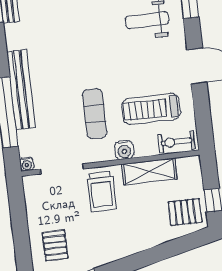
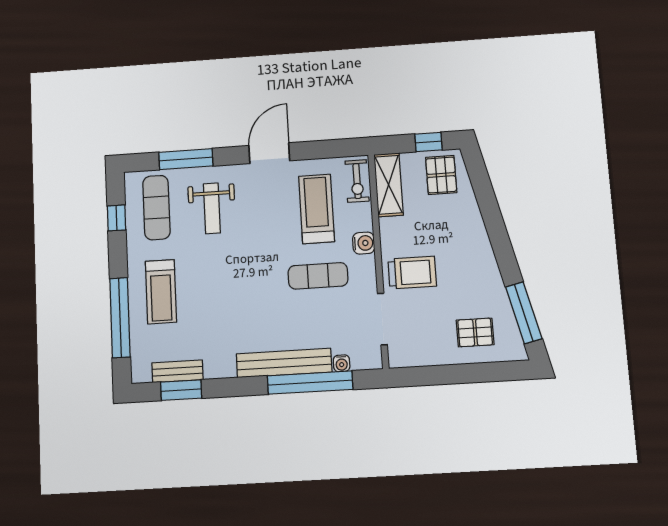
treadmill: (151, 109) -> (317, 209), turned 180
water cooler: (27, 164) -> (342, 363), moved, turned 90
shelving: (149, 171) -> (389, 185), moved

